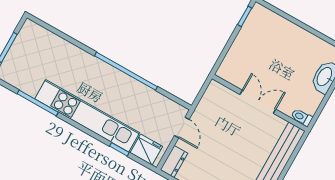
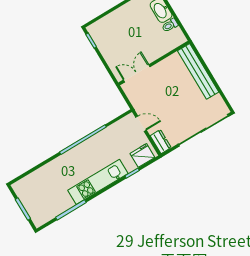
double door: (258, 102) -> (137, 73), moved
kitchen unit: (87, 116) -> (98, 182), width x0.73
toilet: (302, 117) -> (170, 25), moved

